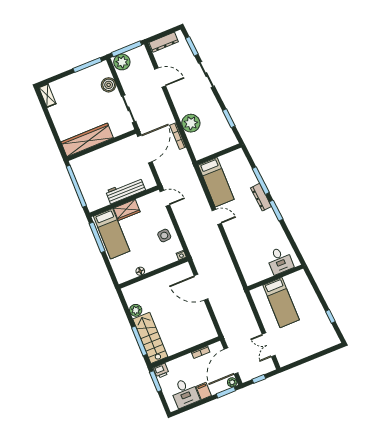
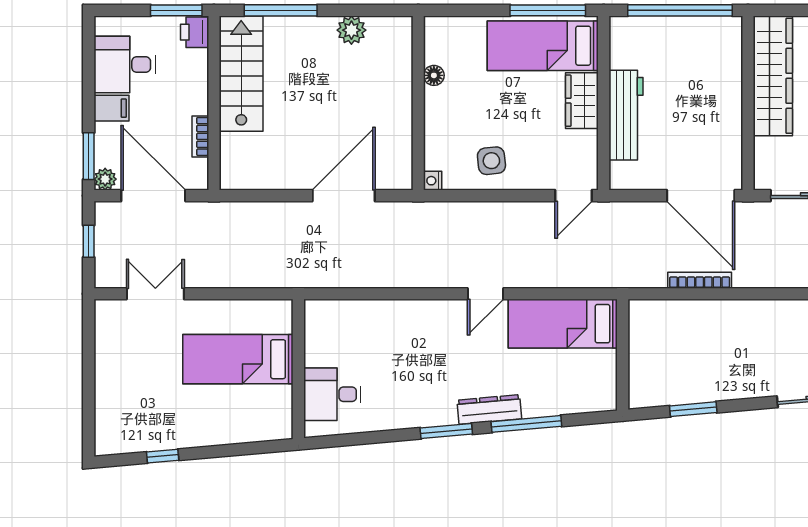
plant: (191, 123) -> (716, 321), removed
stairs: (150, 338) -> (241, 74), moved, turned -90

